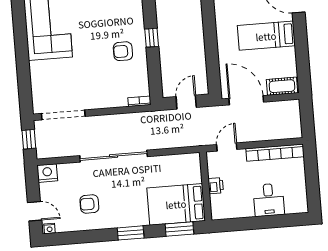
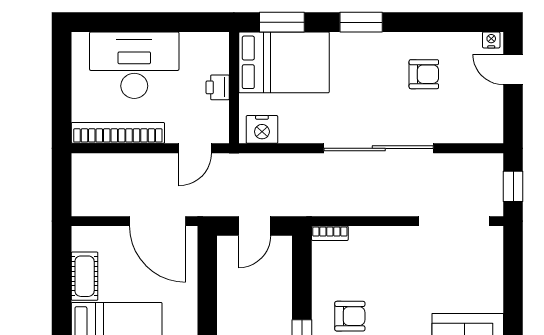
cot: (282, 86) -> (85, 276), moved, turned 90
nightstand: (47, 173) -> (262, 129), moved
desk: (269, 200) -> (134, 65), width x1.87, depth x1.30

